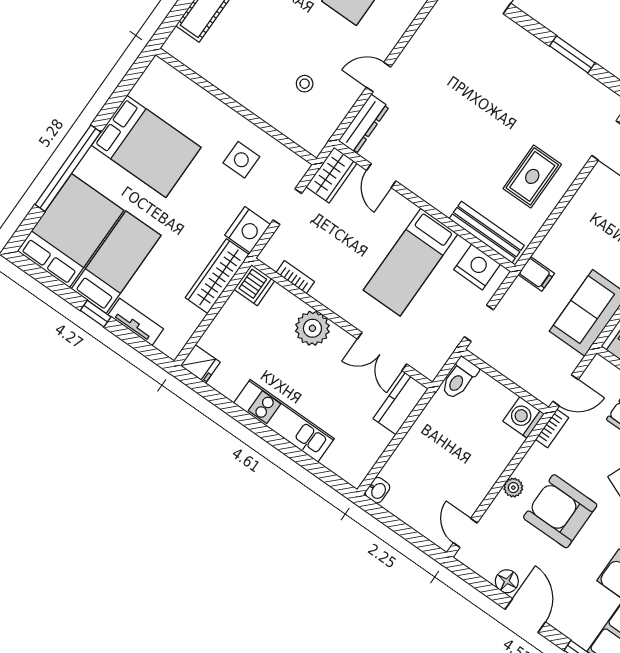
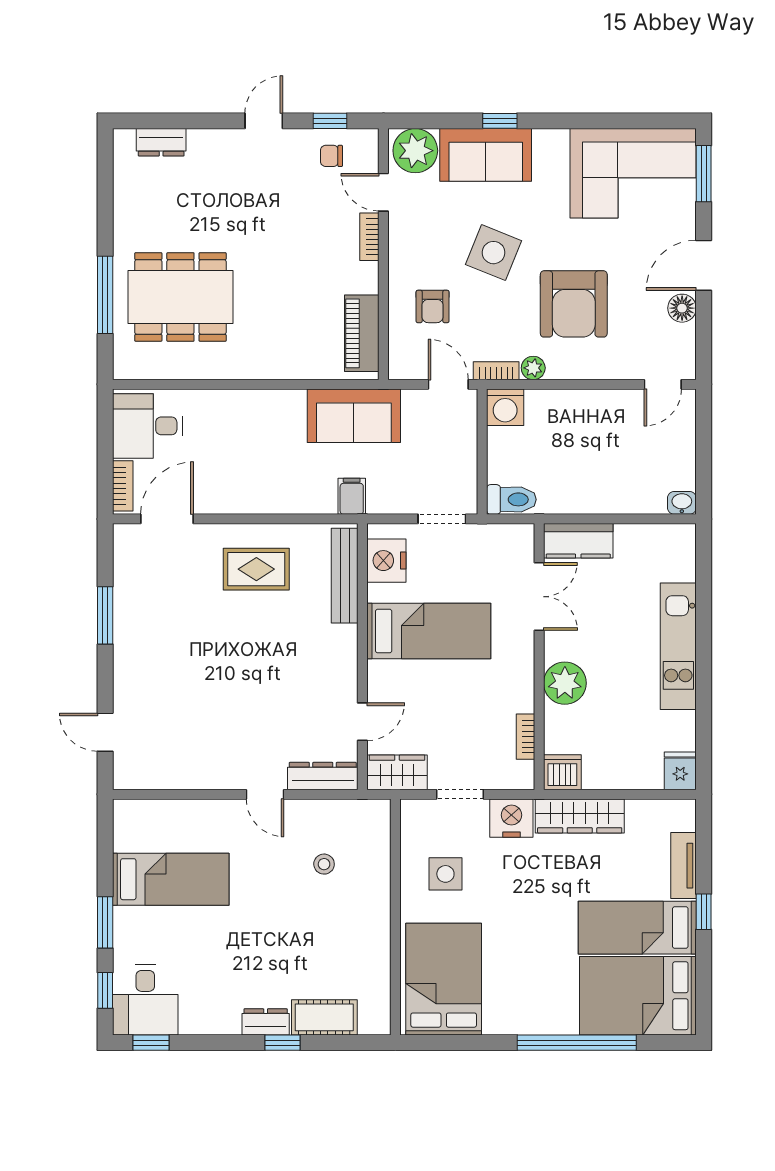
bed: (146, 146) -> (444, 979), moved
plant: (513, 488) -> (533, 368), moved

